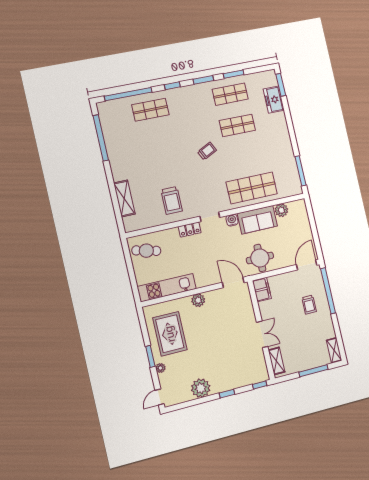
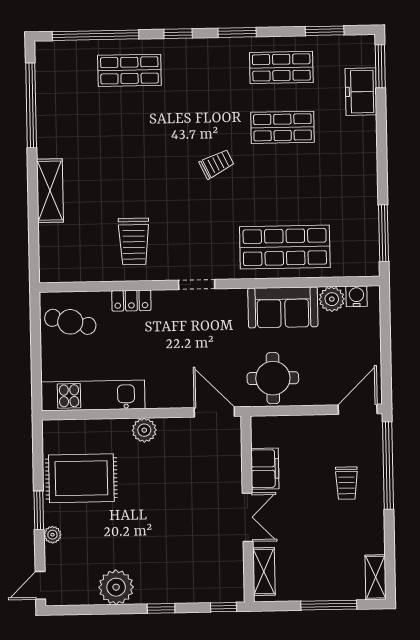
window: (234, 74) -> (325, 31), moved
shelving: (124, 199) -> (50, 191), moved
water cooler: (232, 220) -> (356, 296), moved
locker: (190, 230) -> (131, 301), moved
filing cabinet: (262, 289) -> (265, 469), moved
rug: (170, 334) -> (81, 478), turned 90

